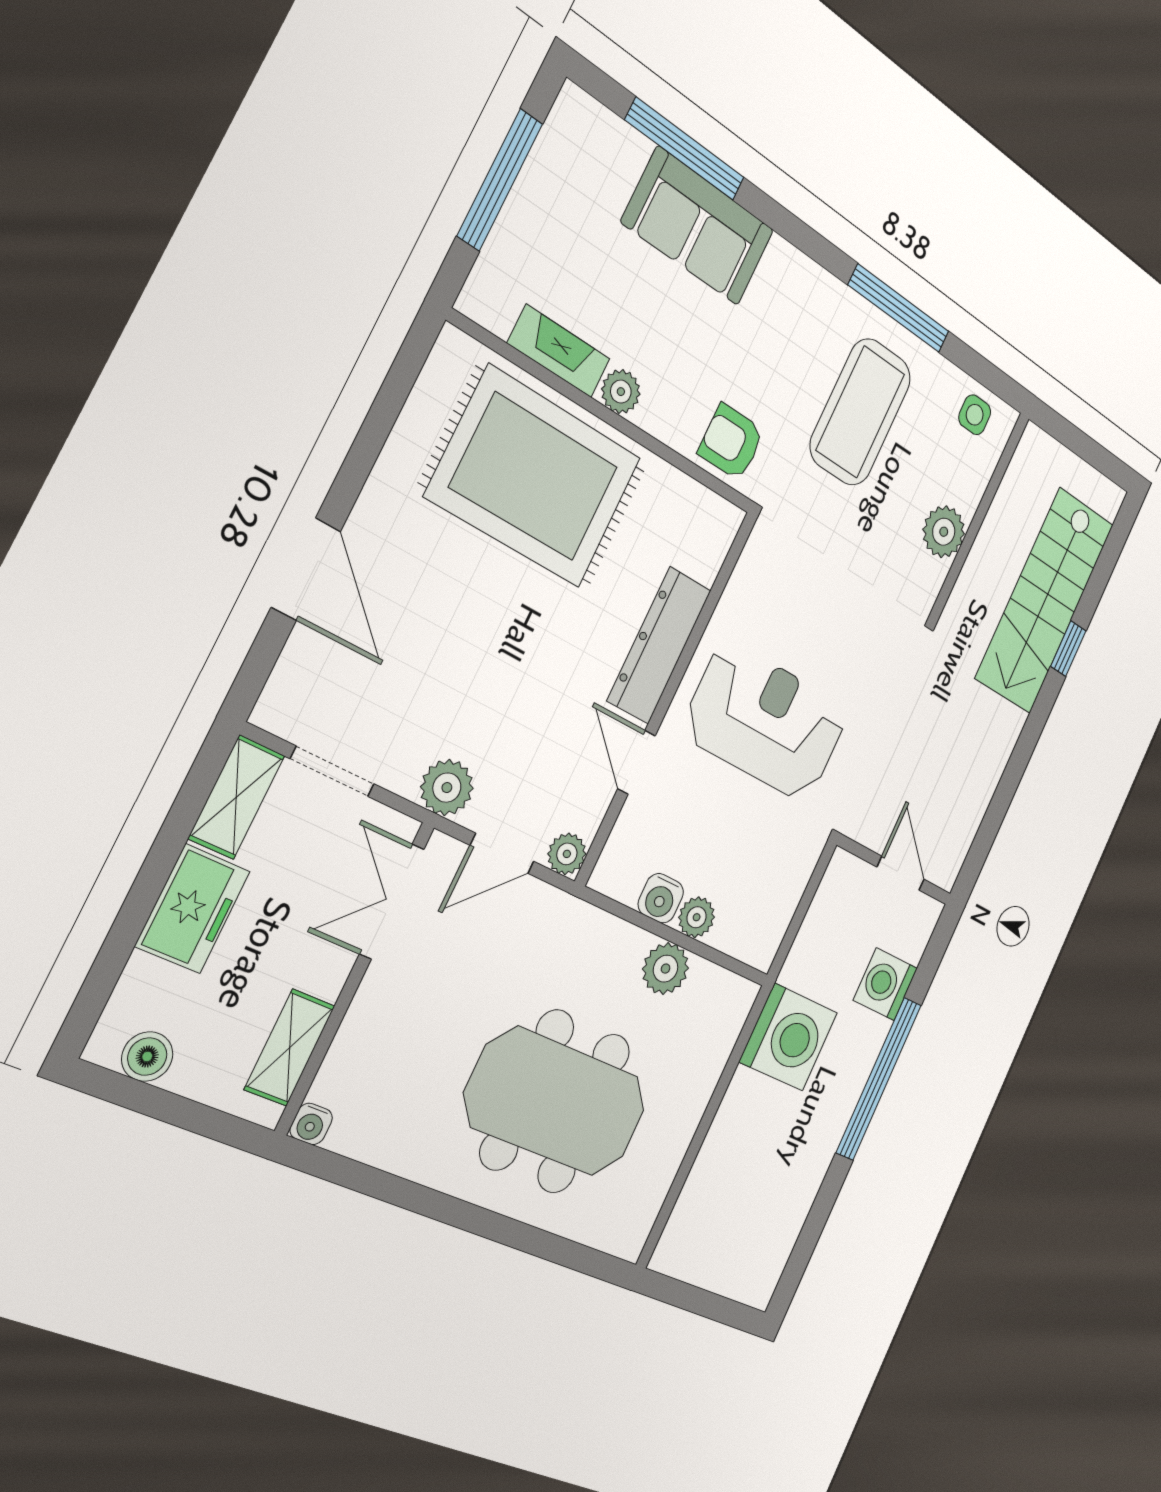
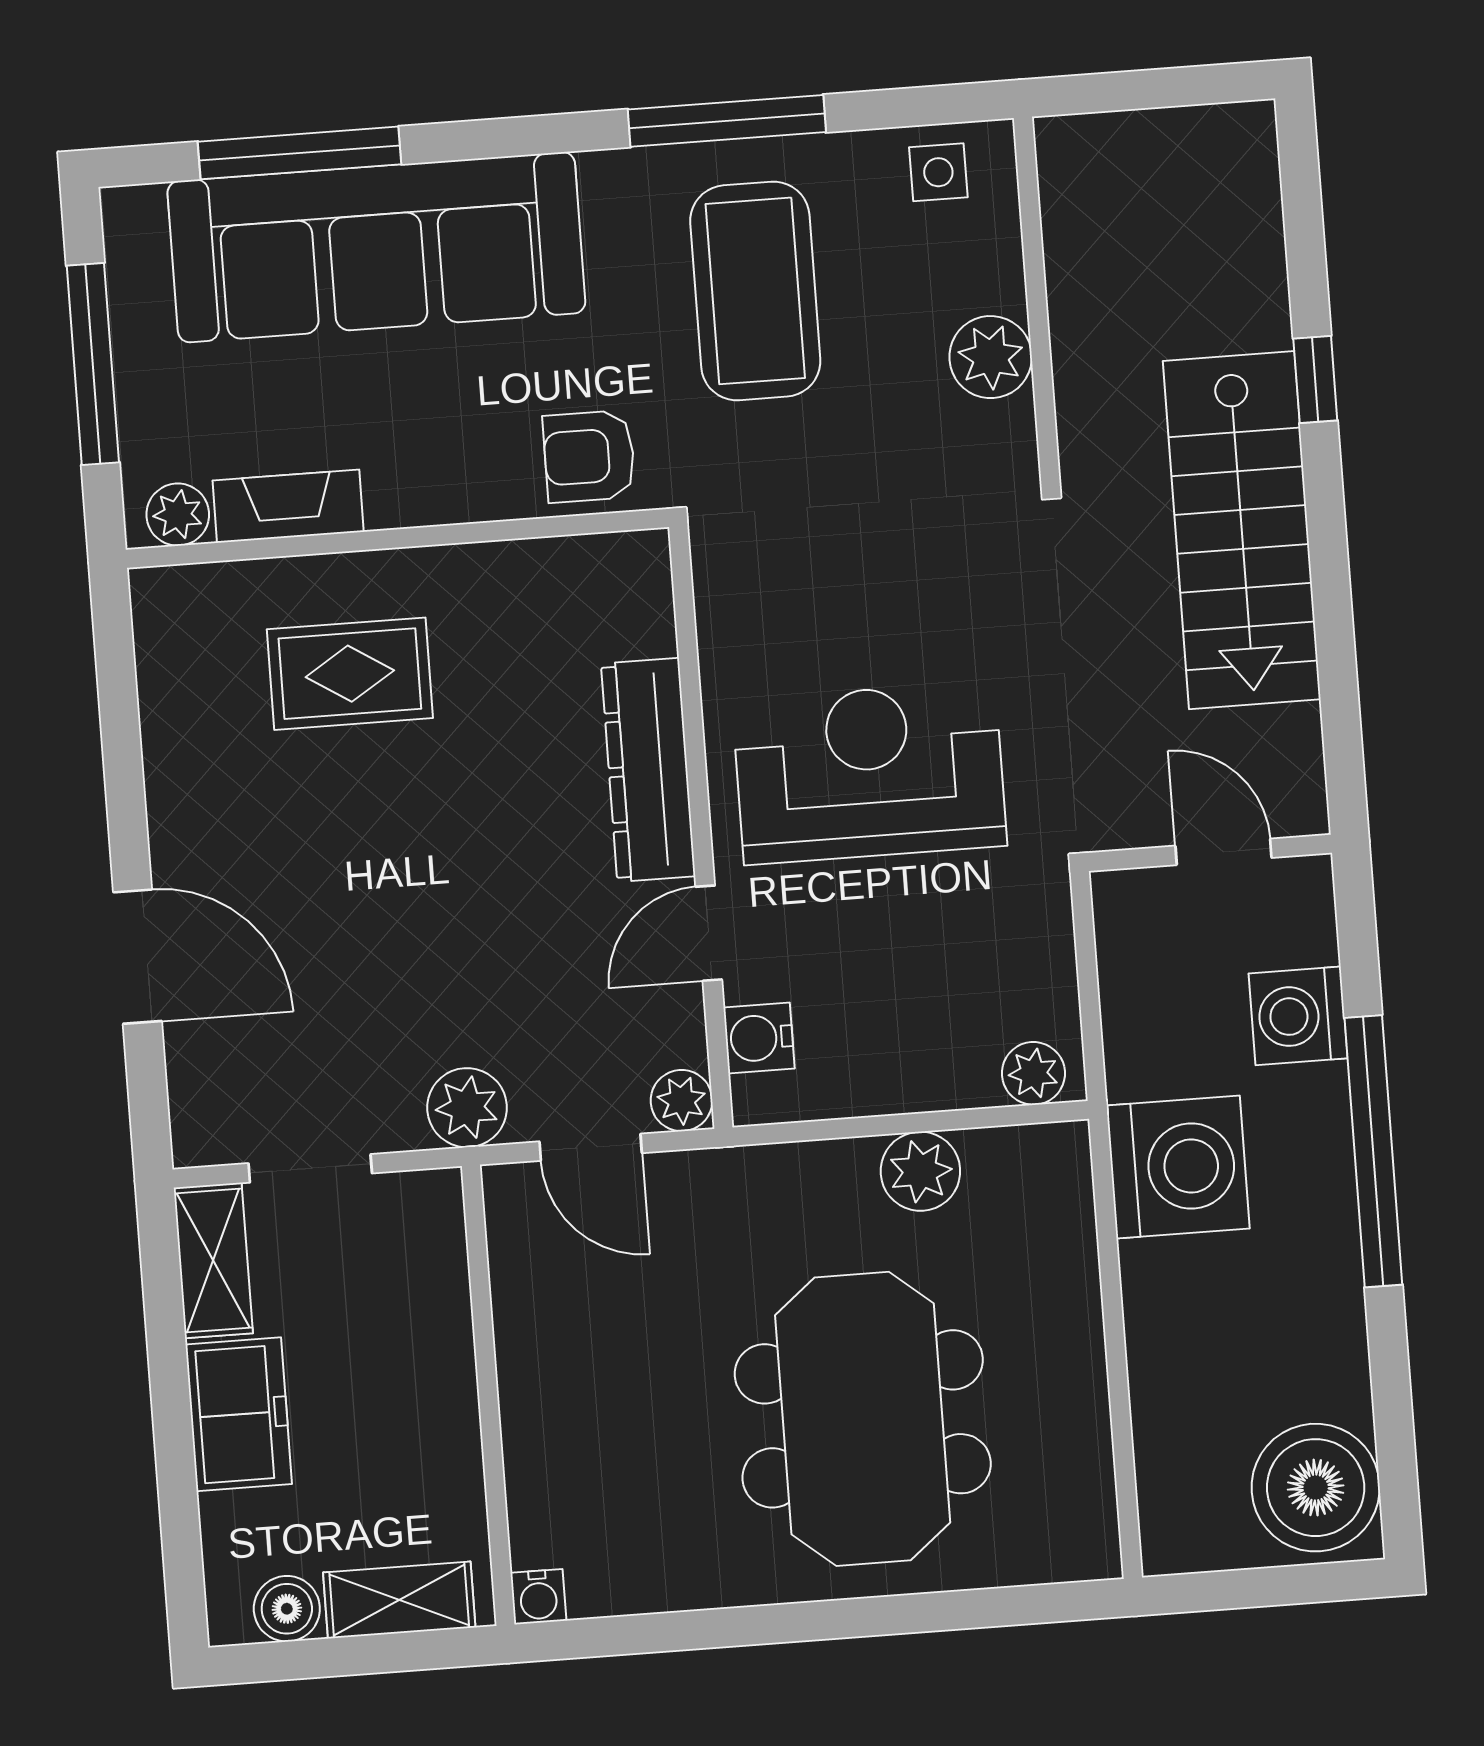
sofa: (698, 226) -> (376, 247), width x1.85, depth x1.27
plant: (621, 392) -> (178, 515), moved
rug: (534, 477) -> (350, 674), width x0.54, depth x0.49
stairs: (1045, 601) -> (1242, 530), moved
door: (637, 762) -> (709, 933), hinge flipped
door: (502, 853) -> (591, 1147), hinge flipped
water cooler: (661, 898) -> (759, 1038), moved, turned 90
double door: (392, 901) -> (480, 1281), removed
plant: (697, 917) -> (1033, 1073), moved
shelving: (290, 1048) -> (399, 1600), moved, turned 90
meeting table: (556, 1102) -> (863, 1419), turned 90
boiler: (755, 1256) -> (1316, 1488), added

